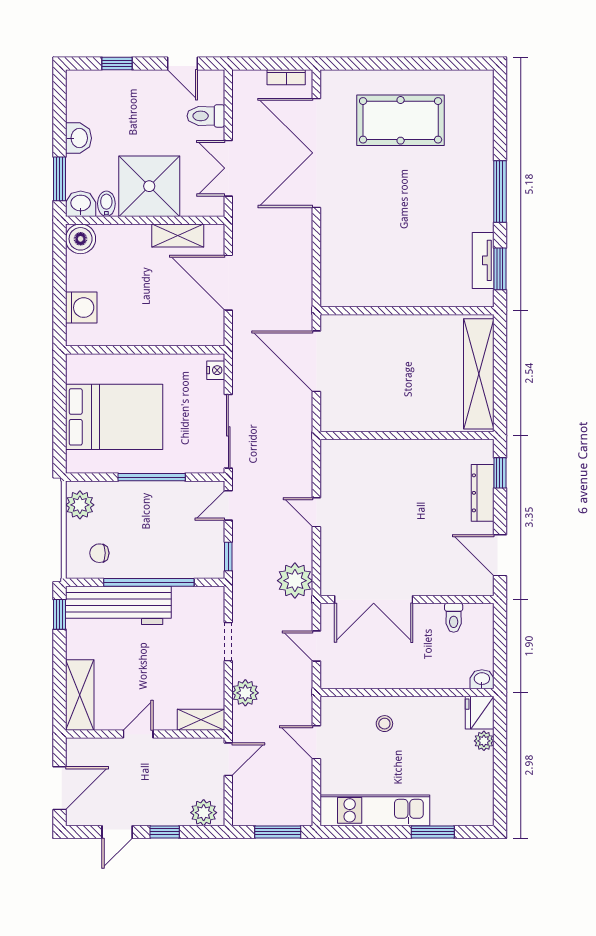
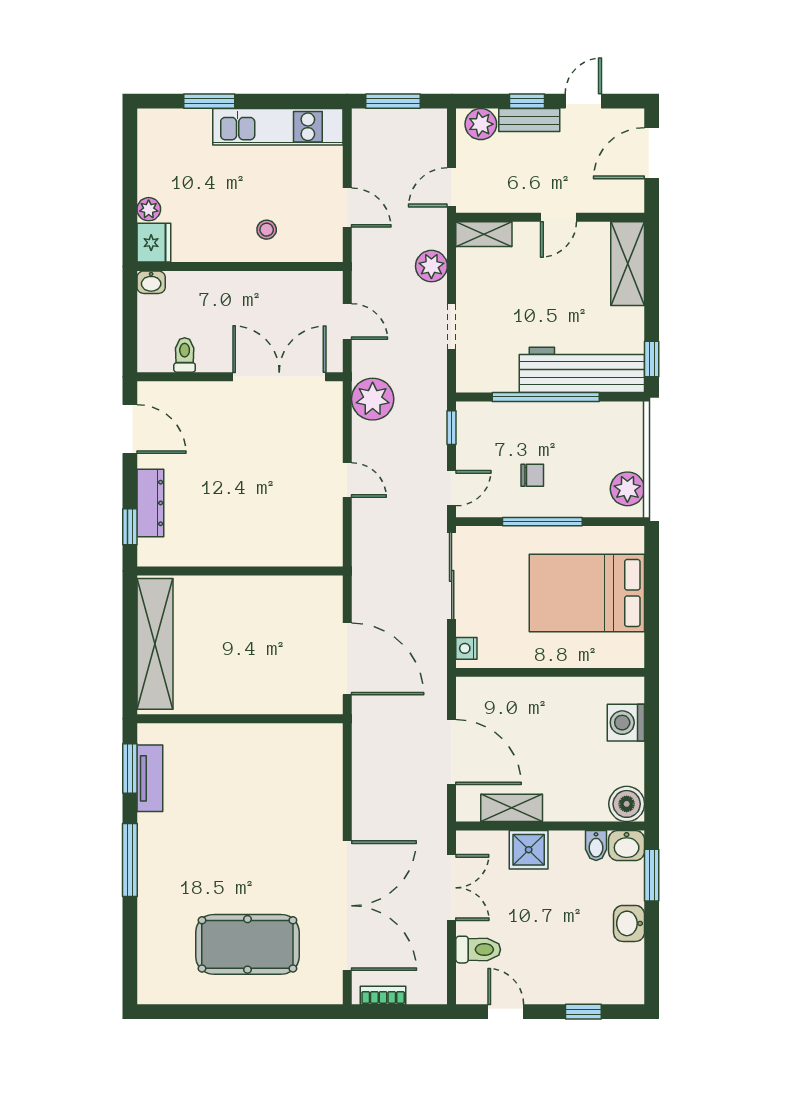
shower: (149, 186) -> (529, 850), width x0.54, depth x0.54
chair: (99, 553) -> (532, 475), moved
bench: (163, 816) -> (529, 120), added

